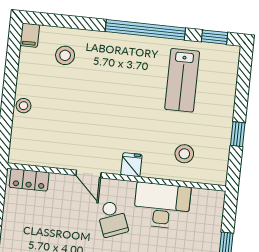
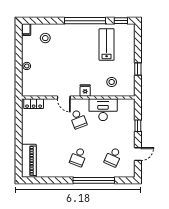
lab bench: (182, 80) -> (107, 45), turned 180

